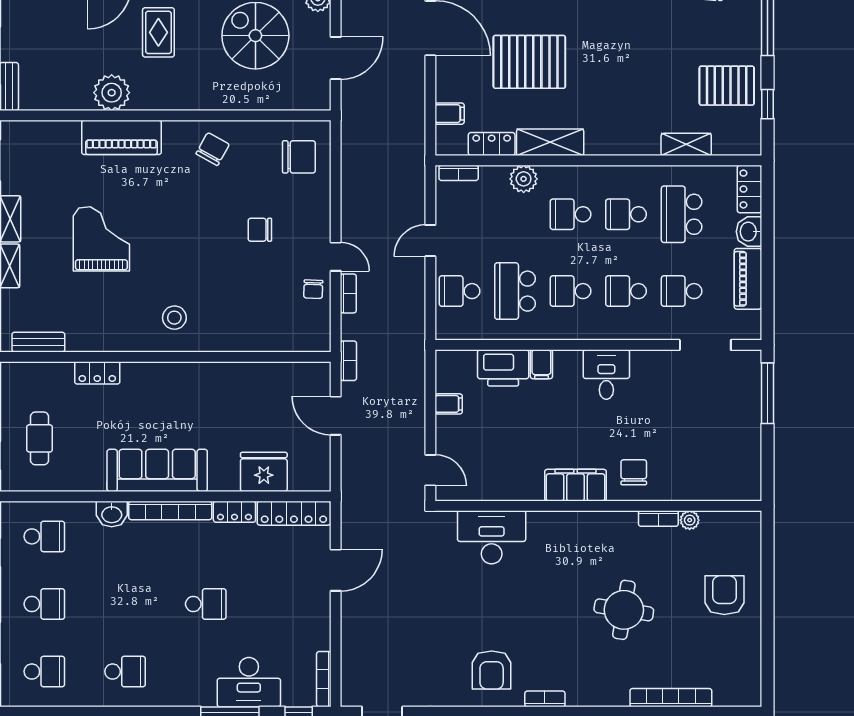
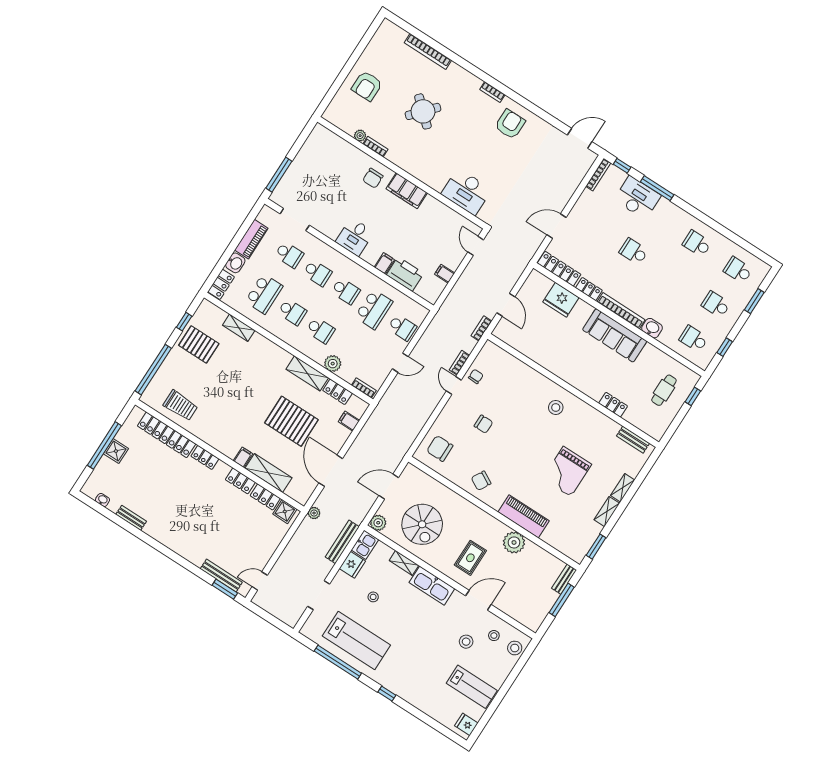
round table: (624, 610) -> (423, 111), turned 33

